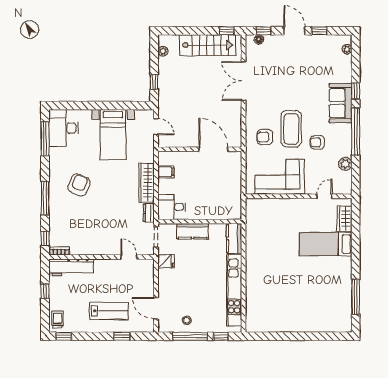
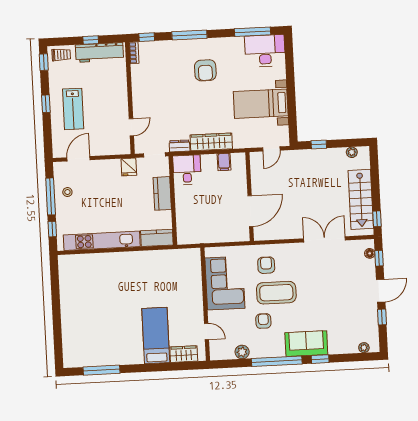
armchair: (79, 185) -> (205, 70), turned 69
workbench: (71, 267) -> (99, 52), moved, turned -90
window: (122, 336) -> (46, 104), moved

